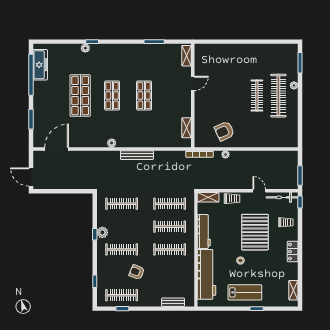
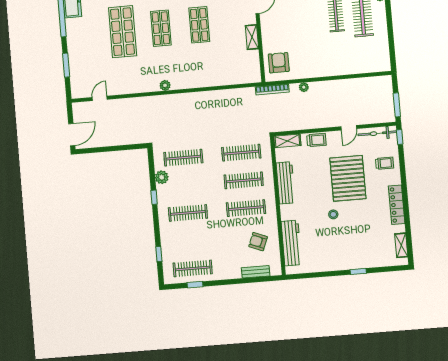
shelving: (187, 128) -> (252, 37), moved
armchair: (224, 131) -> (279, 63), moved, turned 115
door: (57, 149) -> (100, 98), width x0.53
bench: (137, 155) -> (197, 97), removed
door: (31, 177) -> (72, 135), swing flipped
door: (259, 191) -> (349, 128), swing flipped
plant: (102, 232) -> (162, 177), moved
locker: (293, 251) -> (397, 205), width x1.53
armchair: (137, 272) -> (258, 242), moved
workbench: (207, 274) -> (291, 243), width x0.73, depth x0.76
lab bench: (245, 292) -> (342, 253), removed

